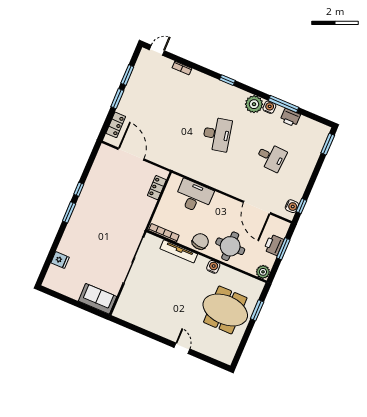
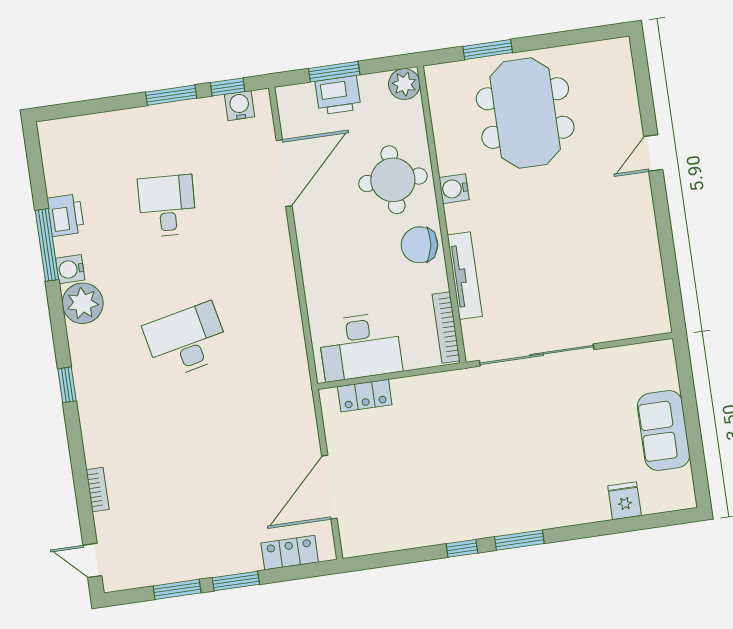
window: (328, 144) -> (171, 95), moved
desk: (194, 196) -> (360, 347), moved, turned -90
sofa: (98, 299) -> (664, 430), moved

